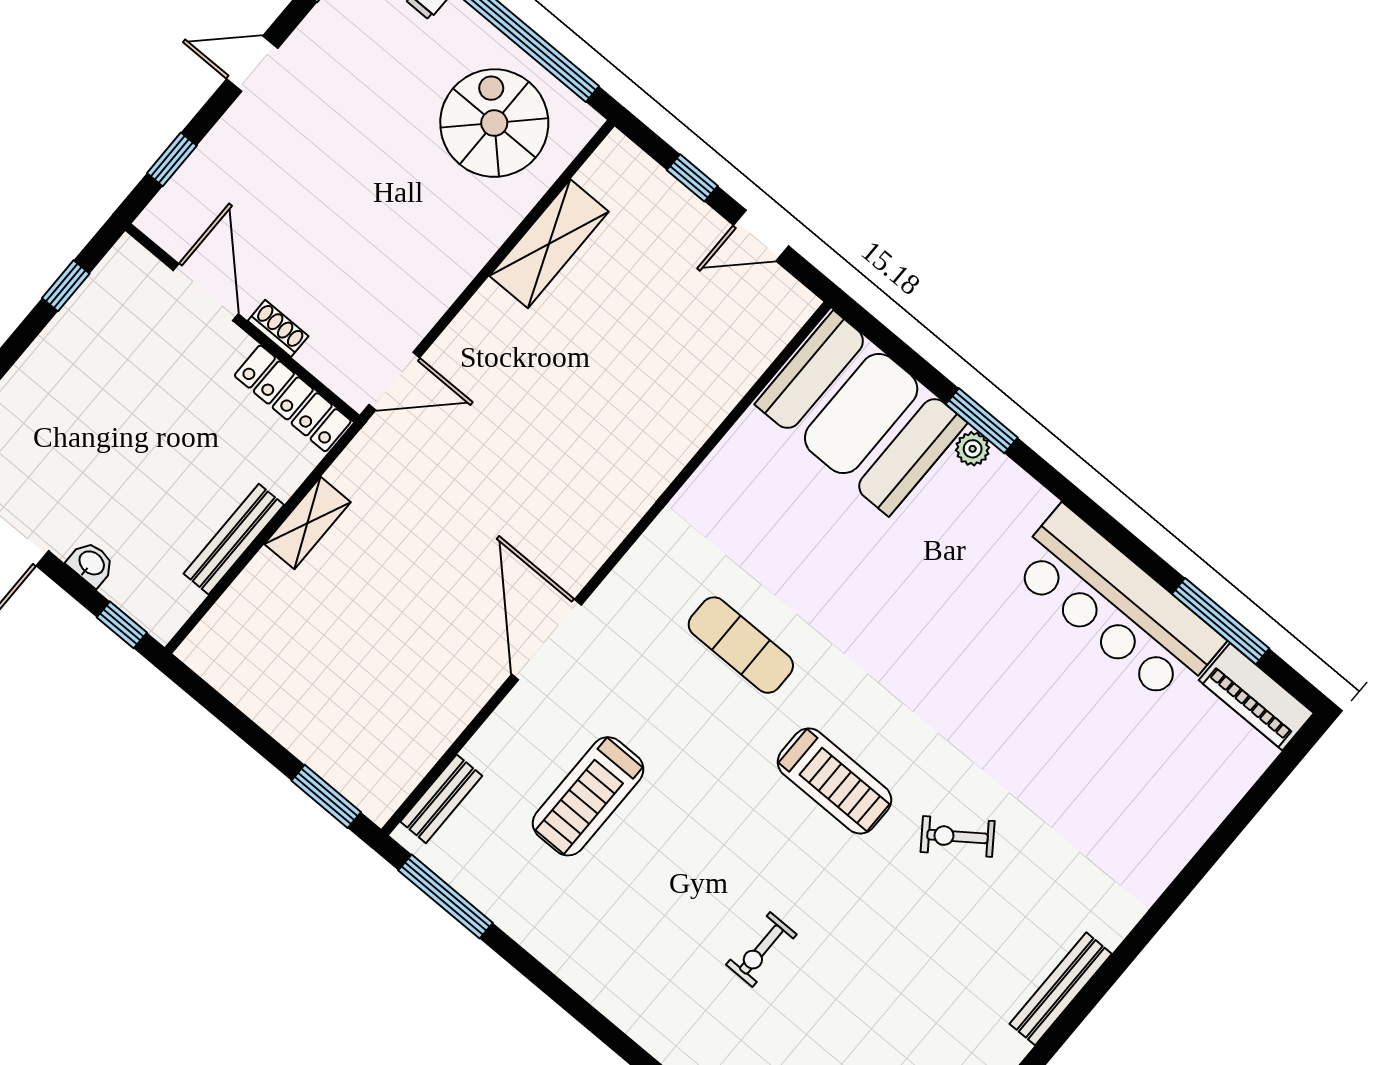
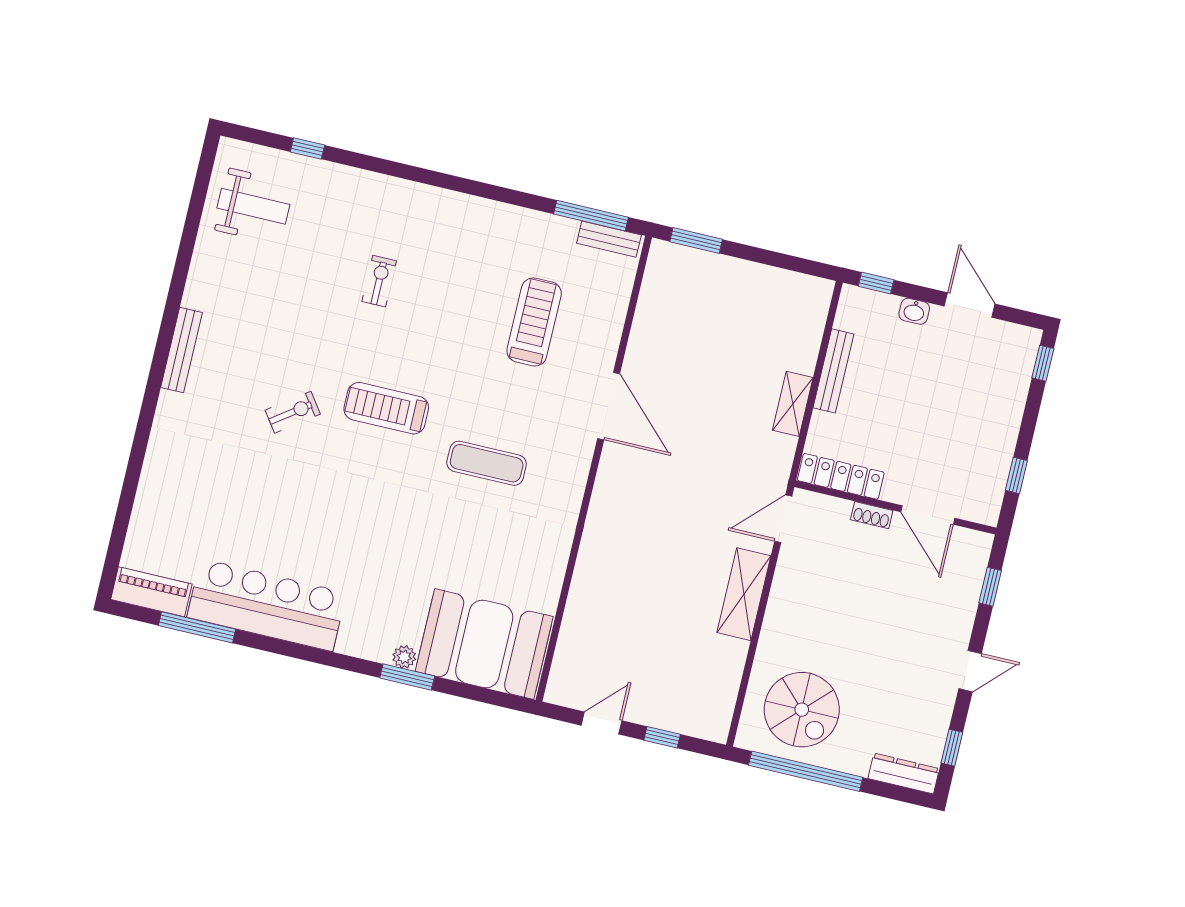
shelving: (549, 244) -> (744, 594), moved
bench: (441, 799) -> (609, 239), moved, turned 90

